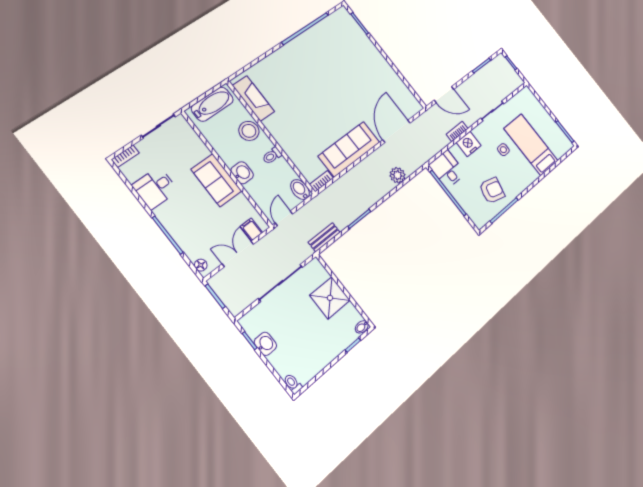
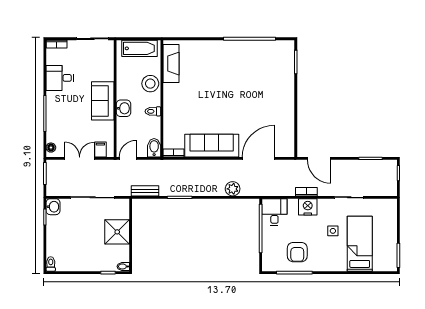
armchair: (492, 190) -> (297, 252), turned 76
washbasin: (265, 344) -> (53, 207), moved

